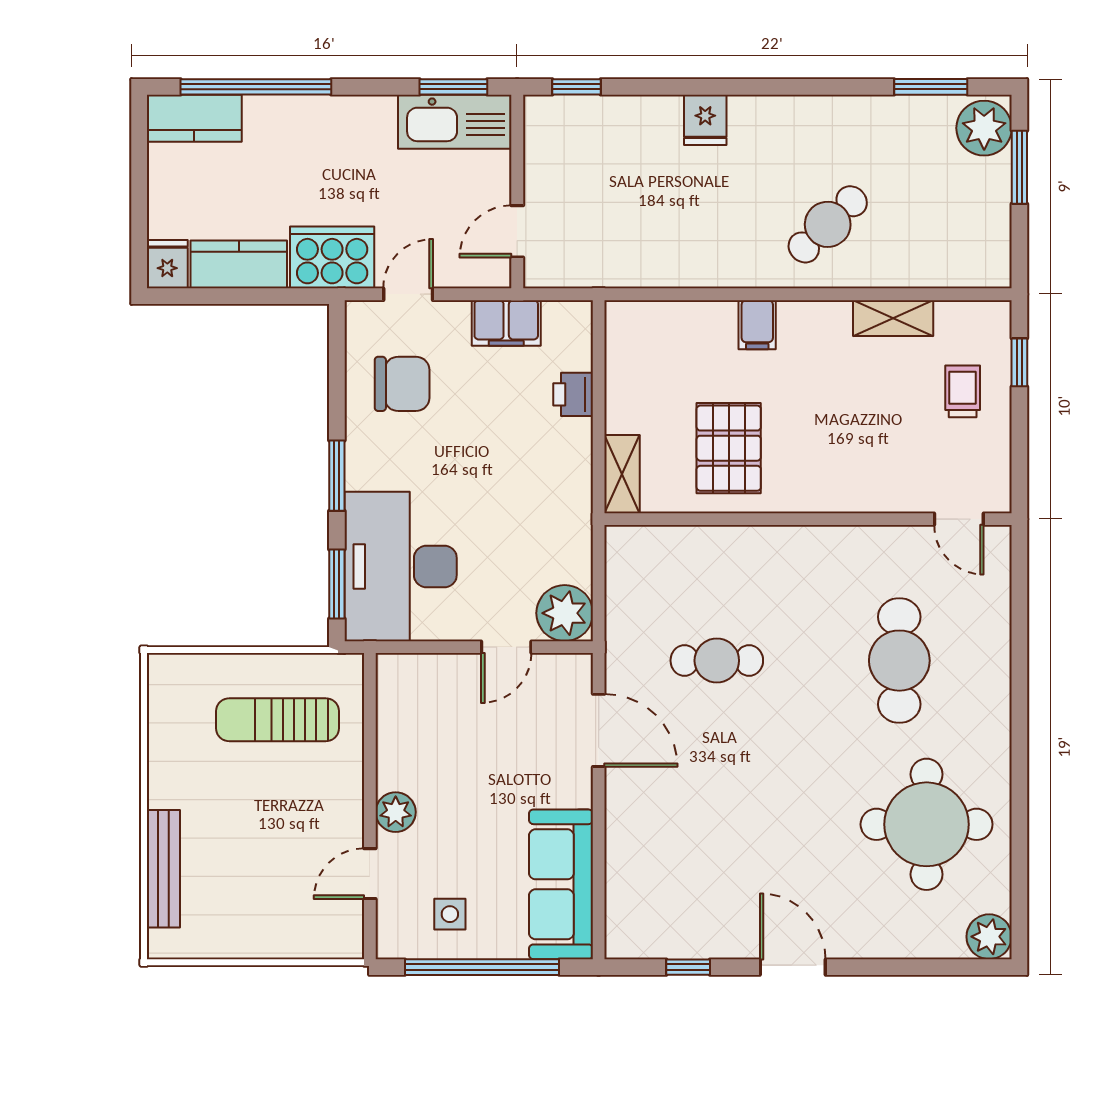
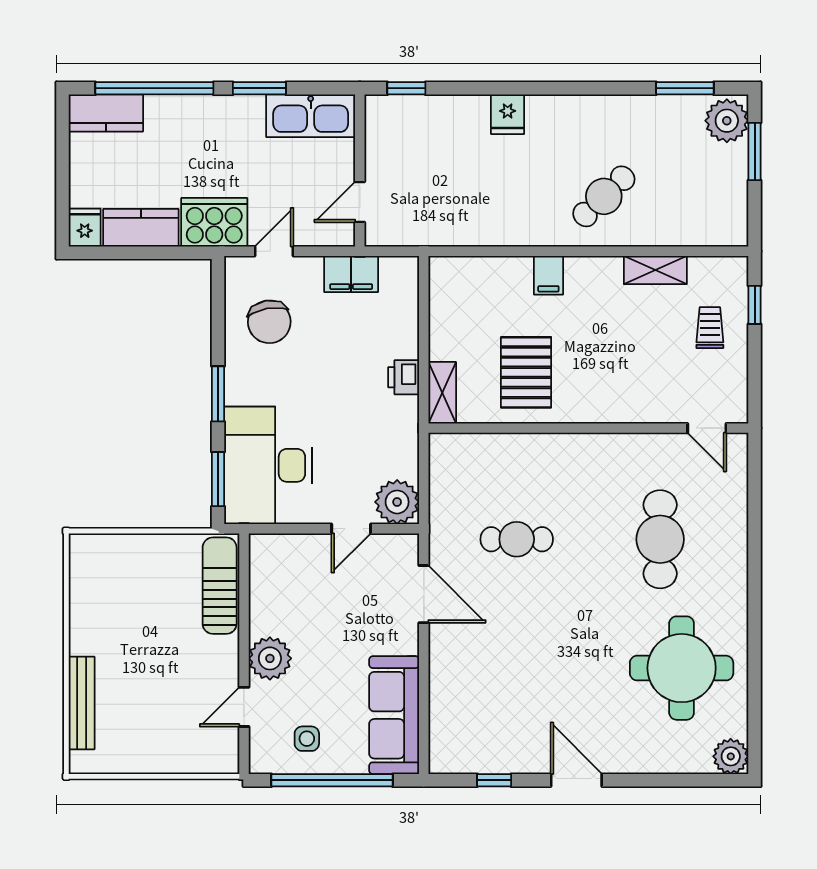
window: (453, 87) -> (259, 88), moved
chair: (402, 384) -> (269, 322), turned 80
printer: (573, 394) -> (404, 377), moved
sun lounger: (278, 720) -> (220, 586), moved, turned 90
plant: (396, 812) -> (270, 658), width x1.36, depth x1.36

